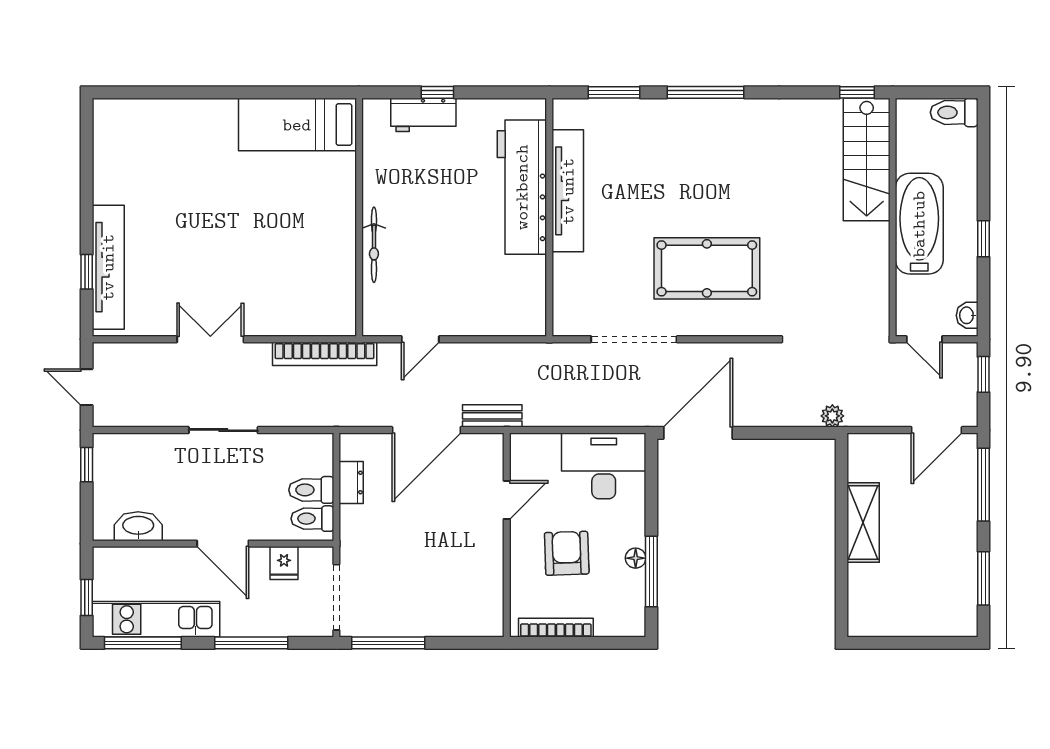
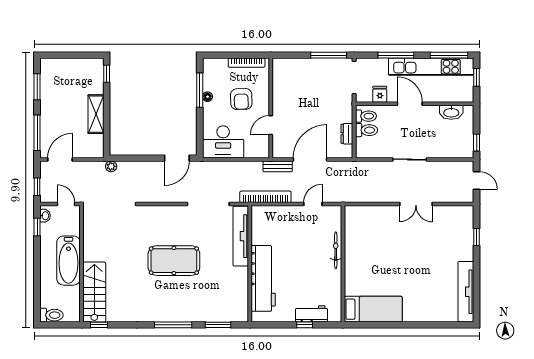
tv unit: (568, 191) -> (241, 236), moved
window: (983, 239) -> (37, 227), moved
tv unit: (108, 267) -> (466, 292), moved
pool table: (707, 268) -> (174, 261), moved
bookcase: (325, 354) -> (265, 197), moved
door: (698, 433) -> (177, 158), width x0.73
window: (842, 605) -> (107, 74), added
kitchen unit: (156, 619) -> (431, 67), width x1.36

